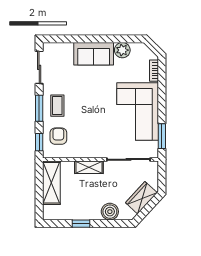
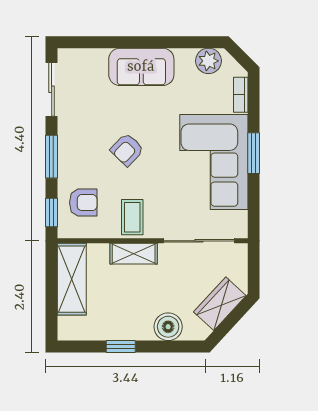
plant: (122, 50) -> (208, 61), moved
armchair: (85, 104) -> (127, 150), added
coffee table: (57, 106) -> (132, 217), moved
armchair: (58, 136) -> (83, 203), turned 90
window: (162, 136) -> (254, 153), moved

